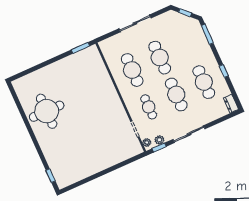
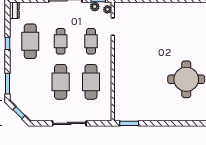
cafe table: (176, 94) -> (61, 41), width x0.73, depth x0.74

